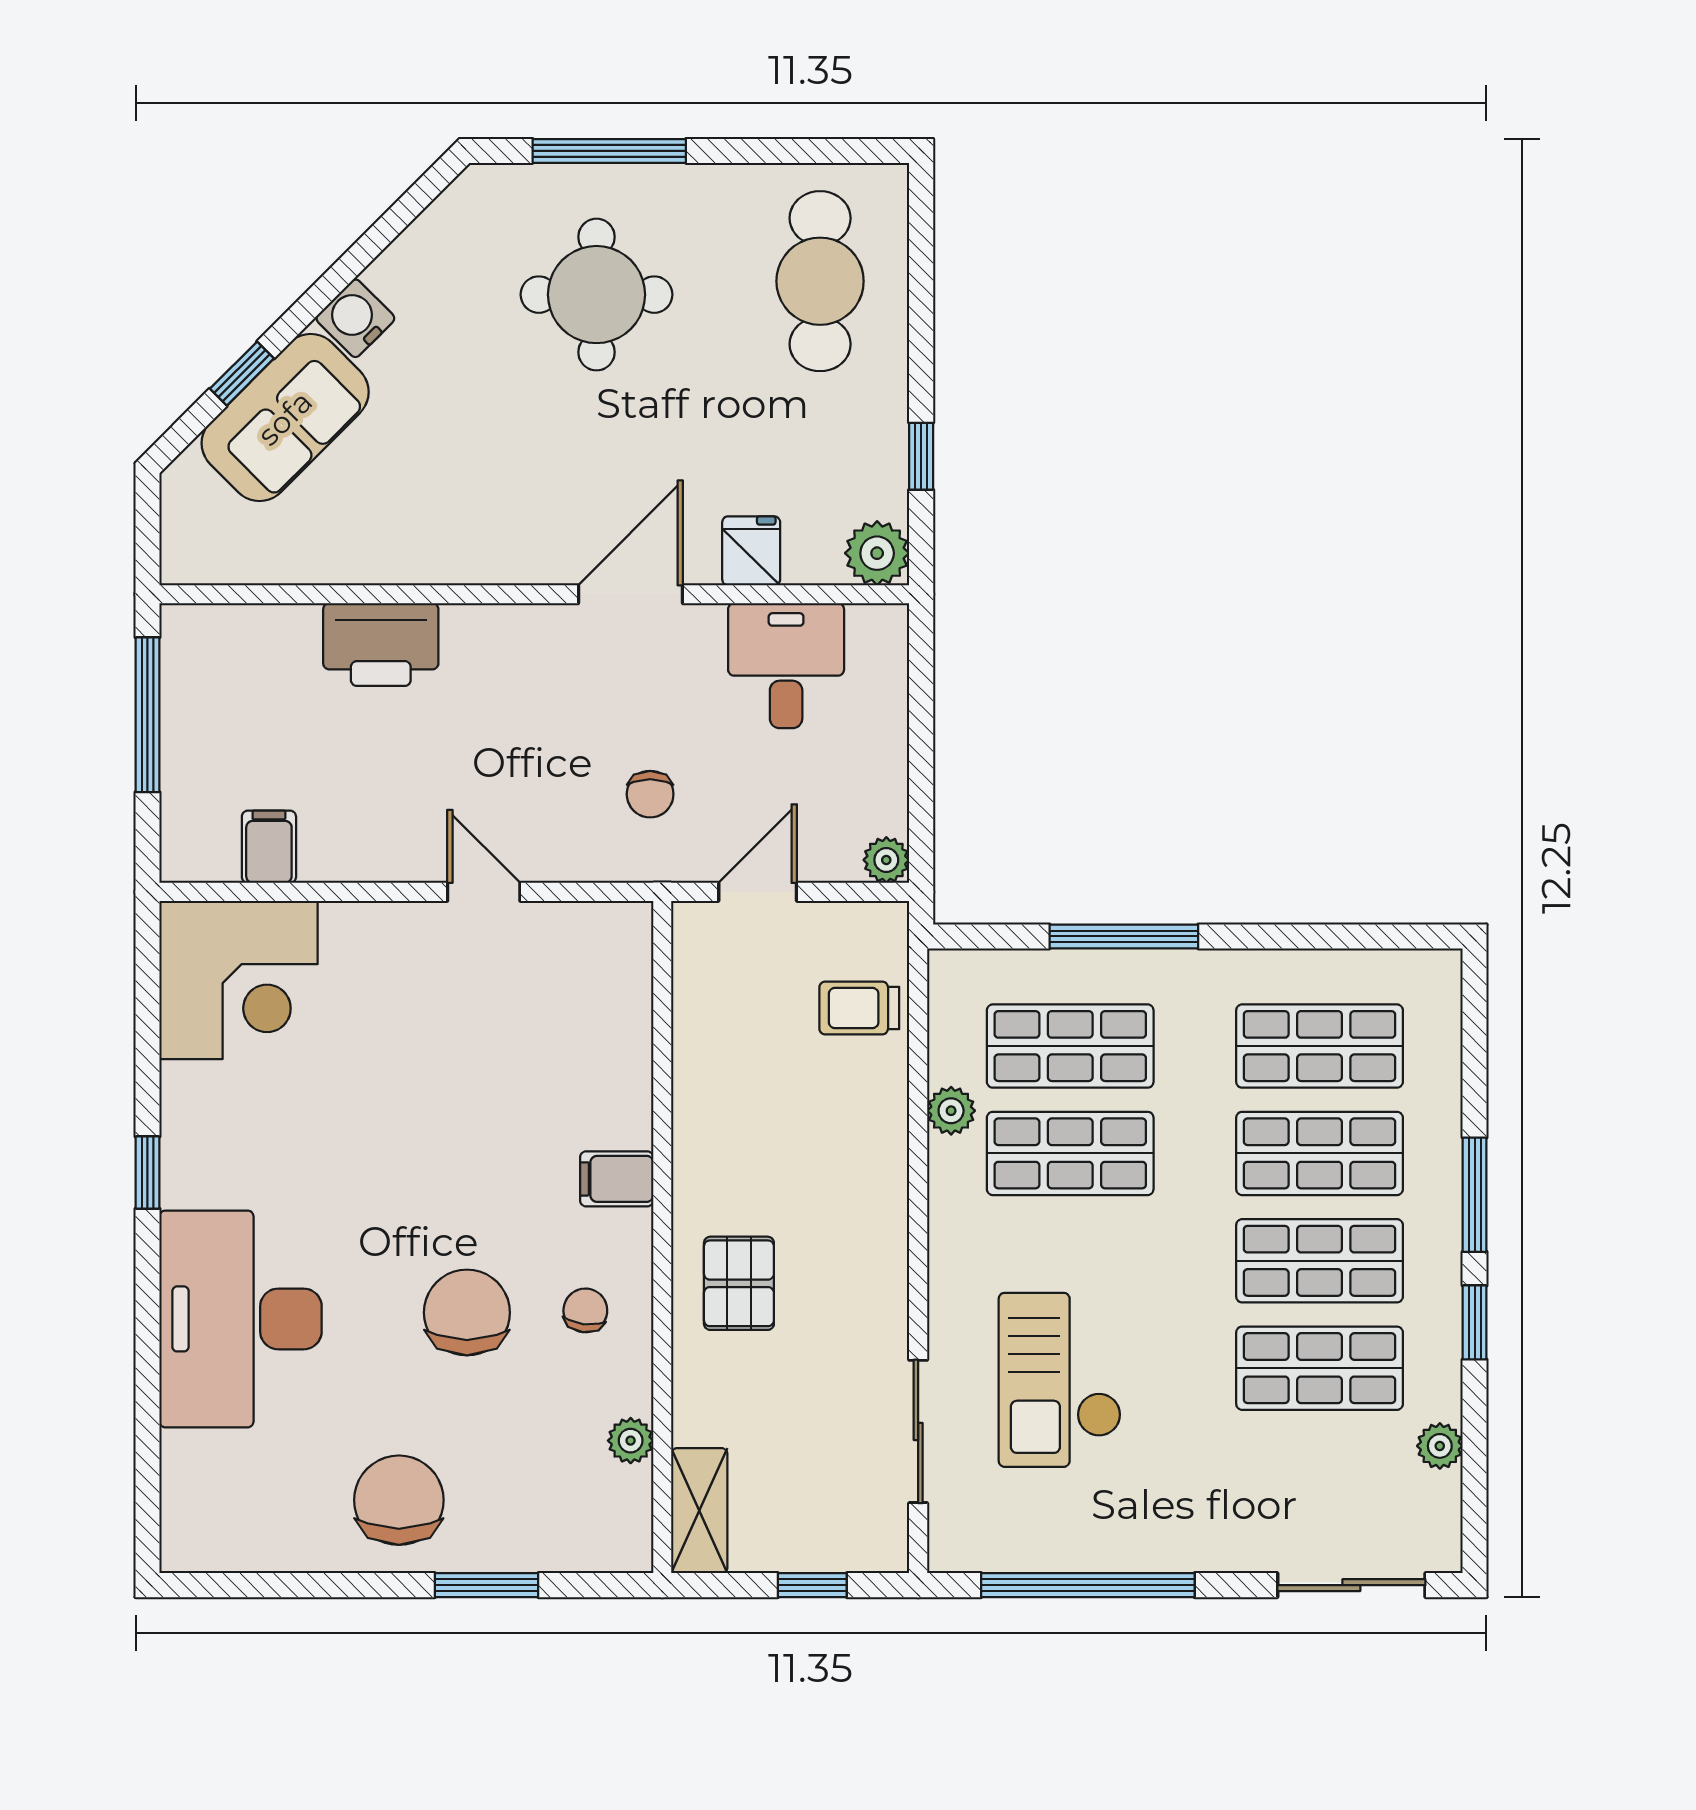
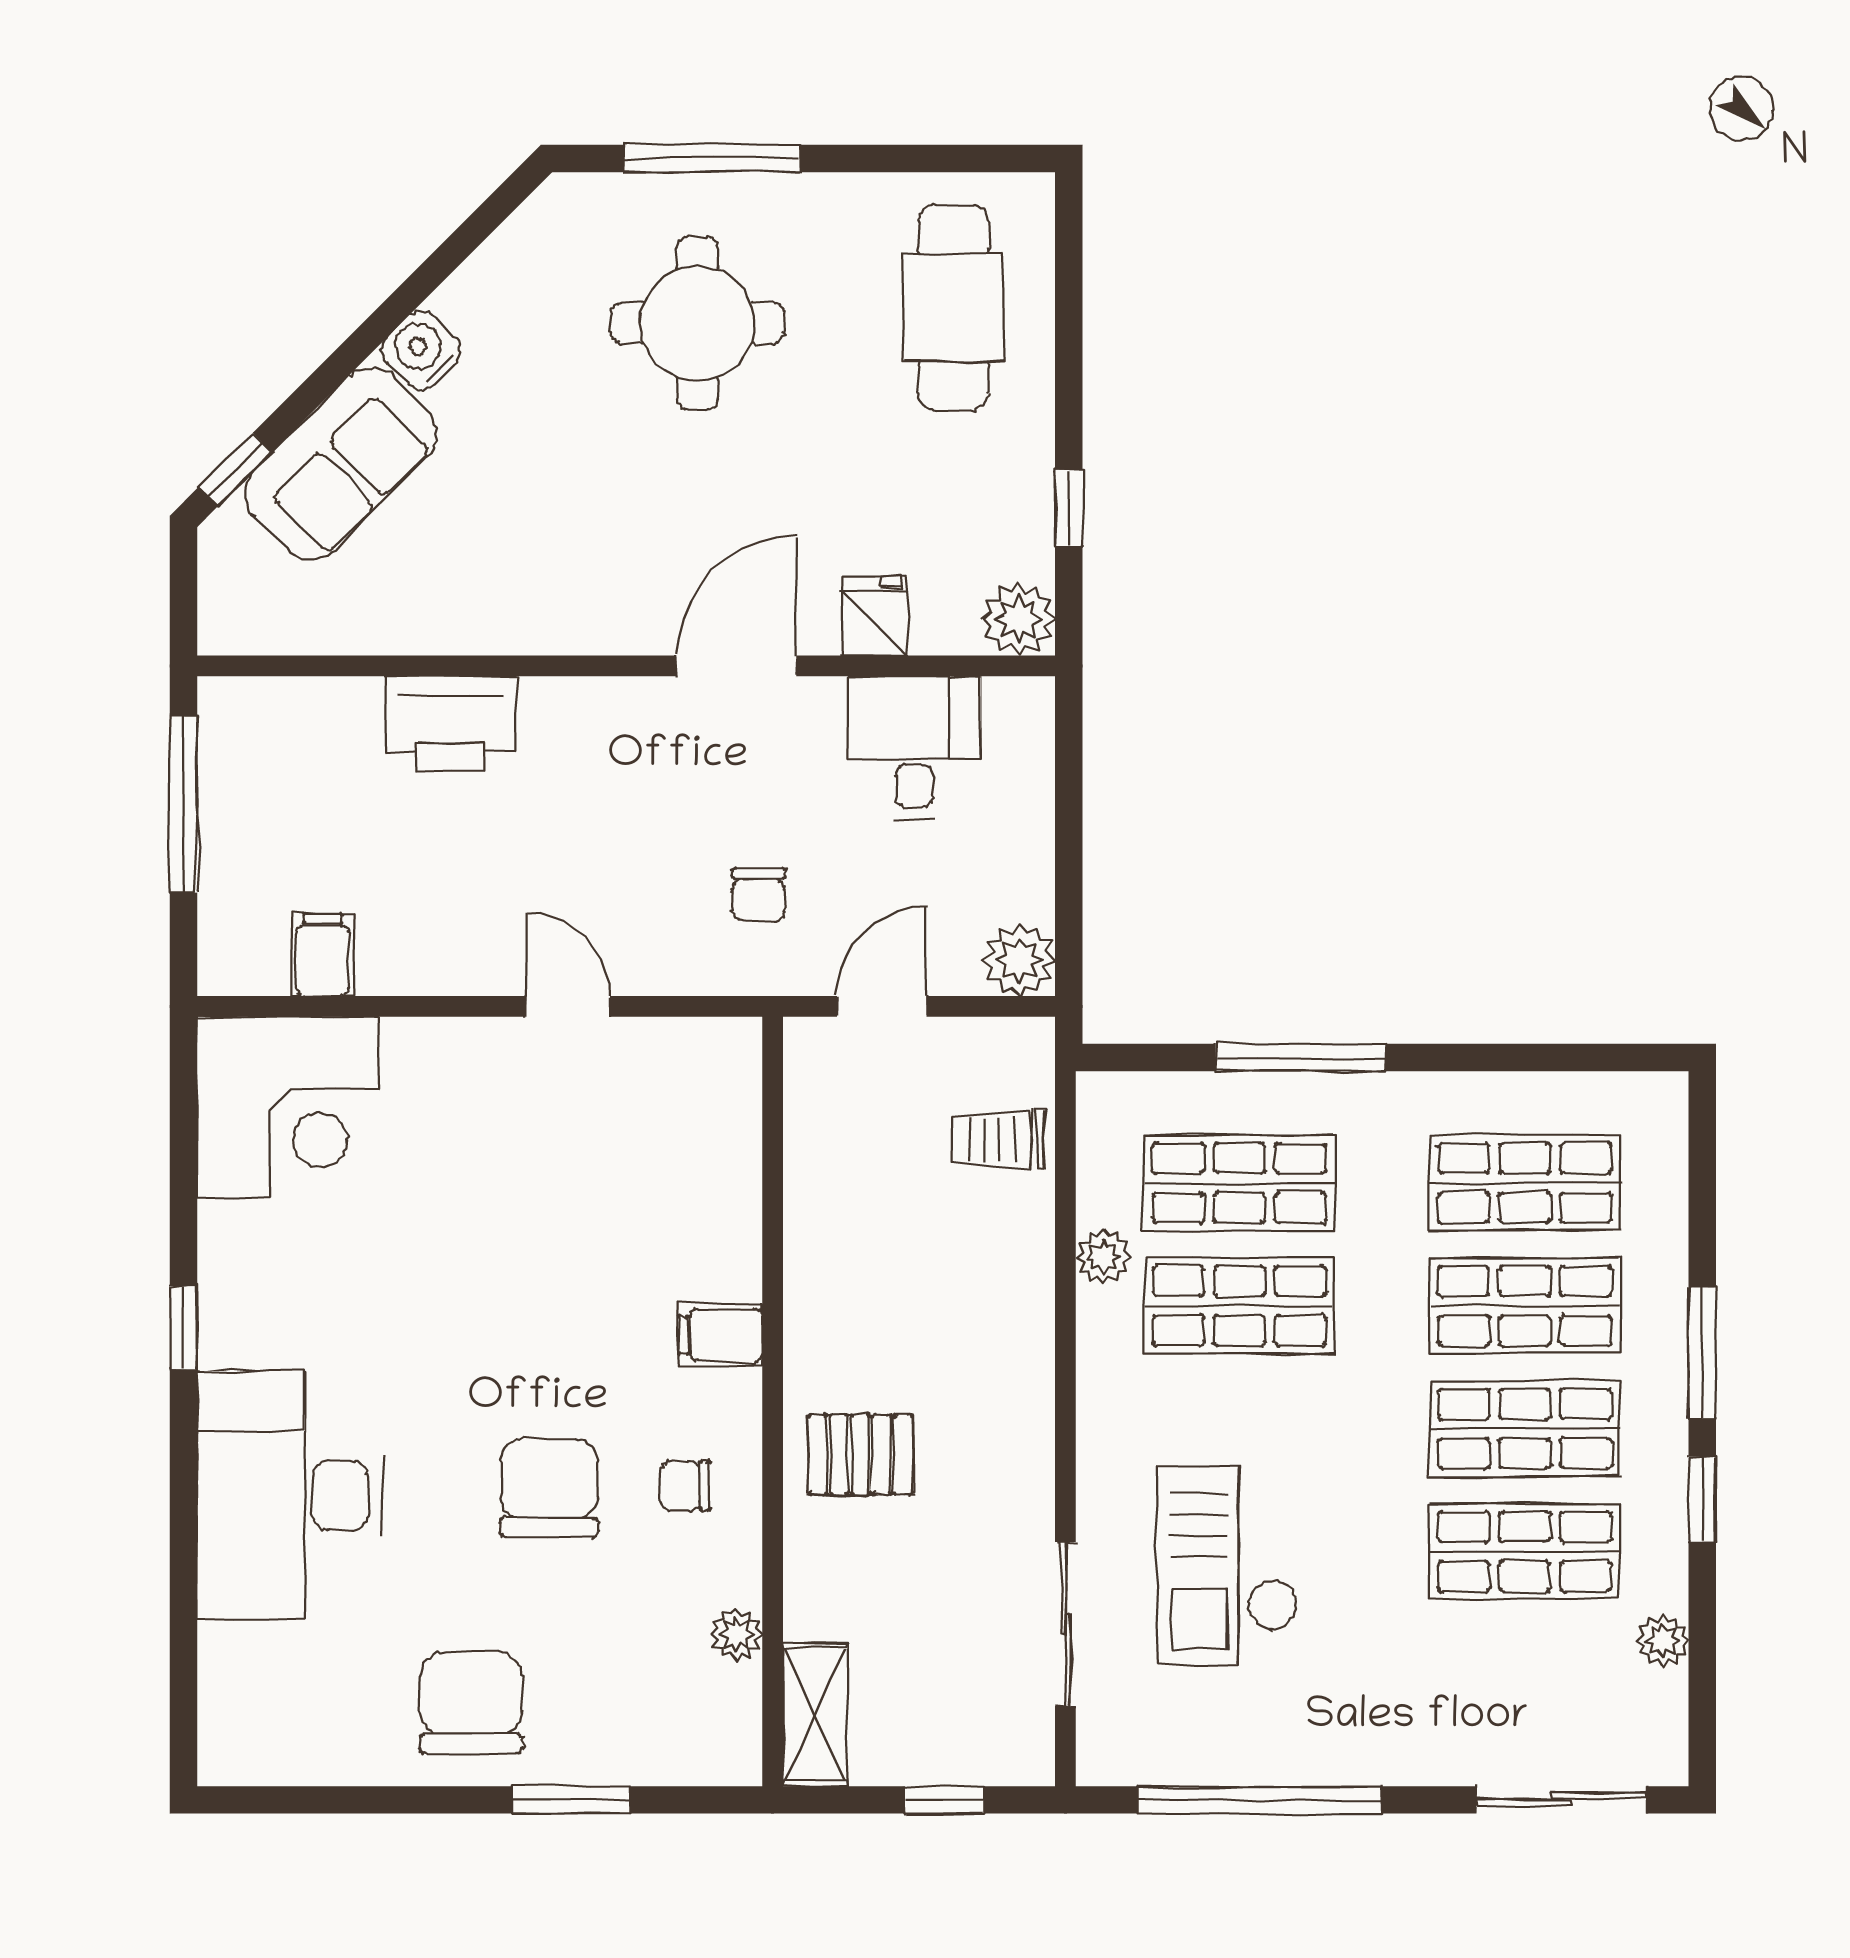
window: (242, 374) -> (236, 469), moved
plant: (886, 860) -> (1019, 960), width x1.38, depth x1.38
pallet: (739, 1283) -> (860, 1454), turned 90
chair: (585, 1310) -> (685, 1486), turned -97

